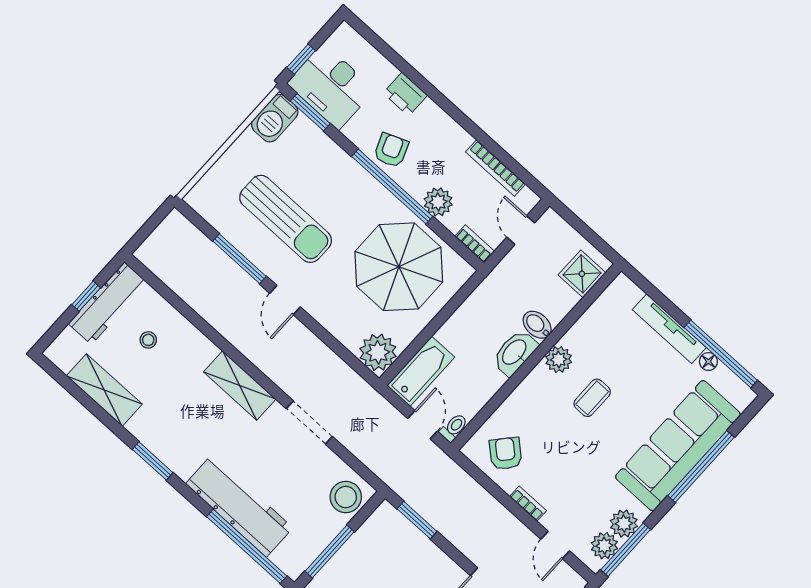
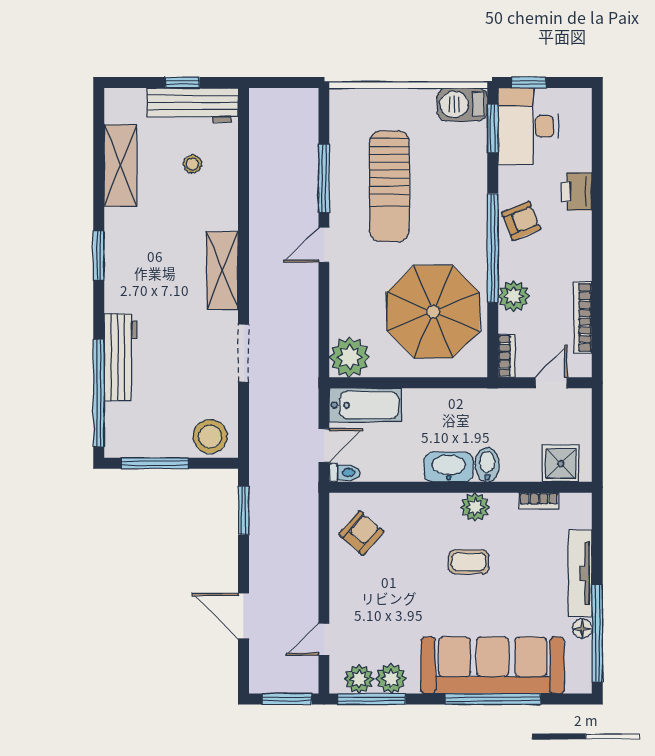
bookcase: (528, 504) -> (539, 501), moved, turned 90
workbench: (239, 506) -> (120, 357), width x0.73, depth x0.76

